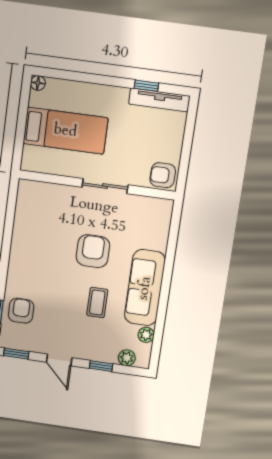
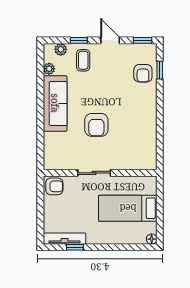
coffee table: (97, 302) -> (83, 60), moved

